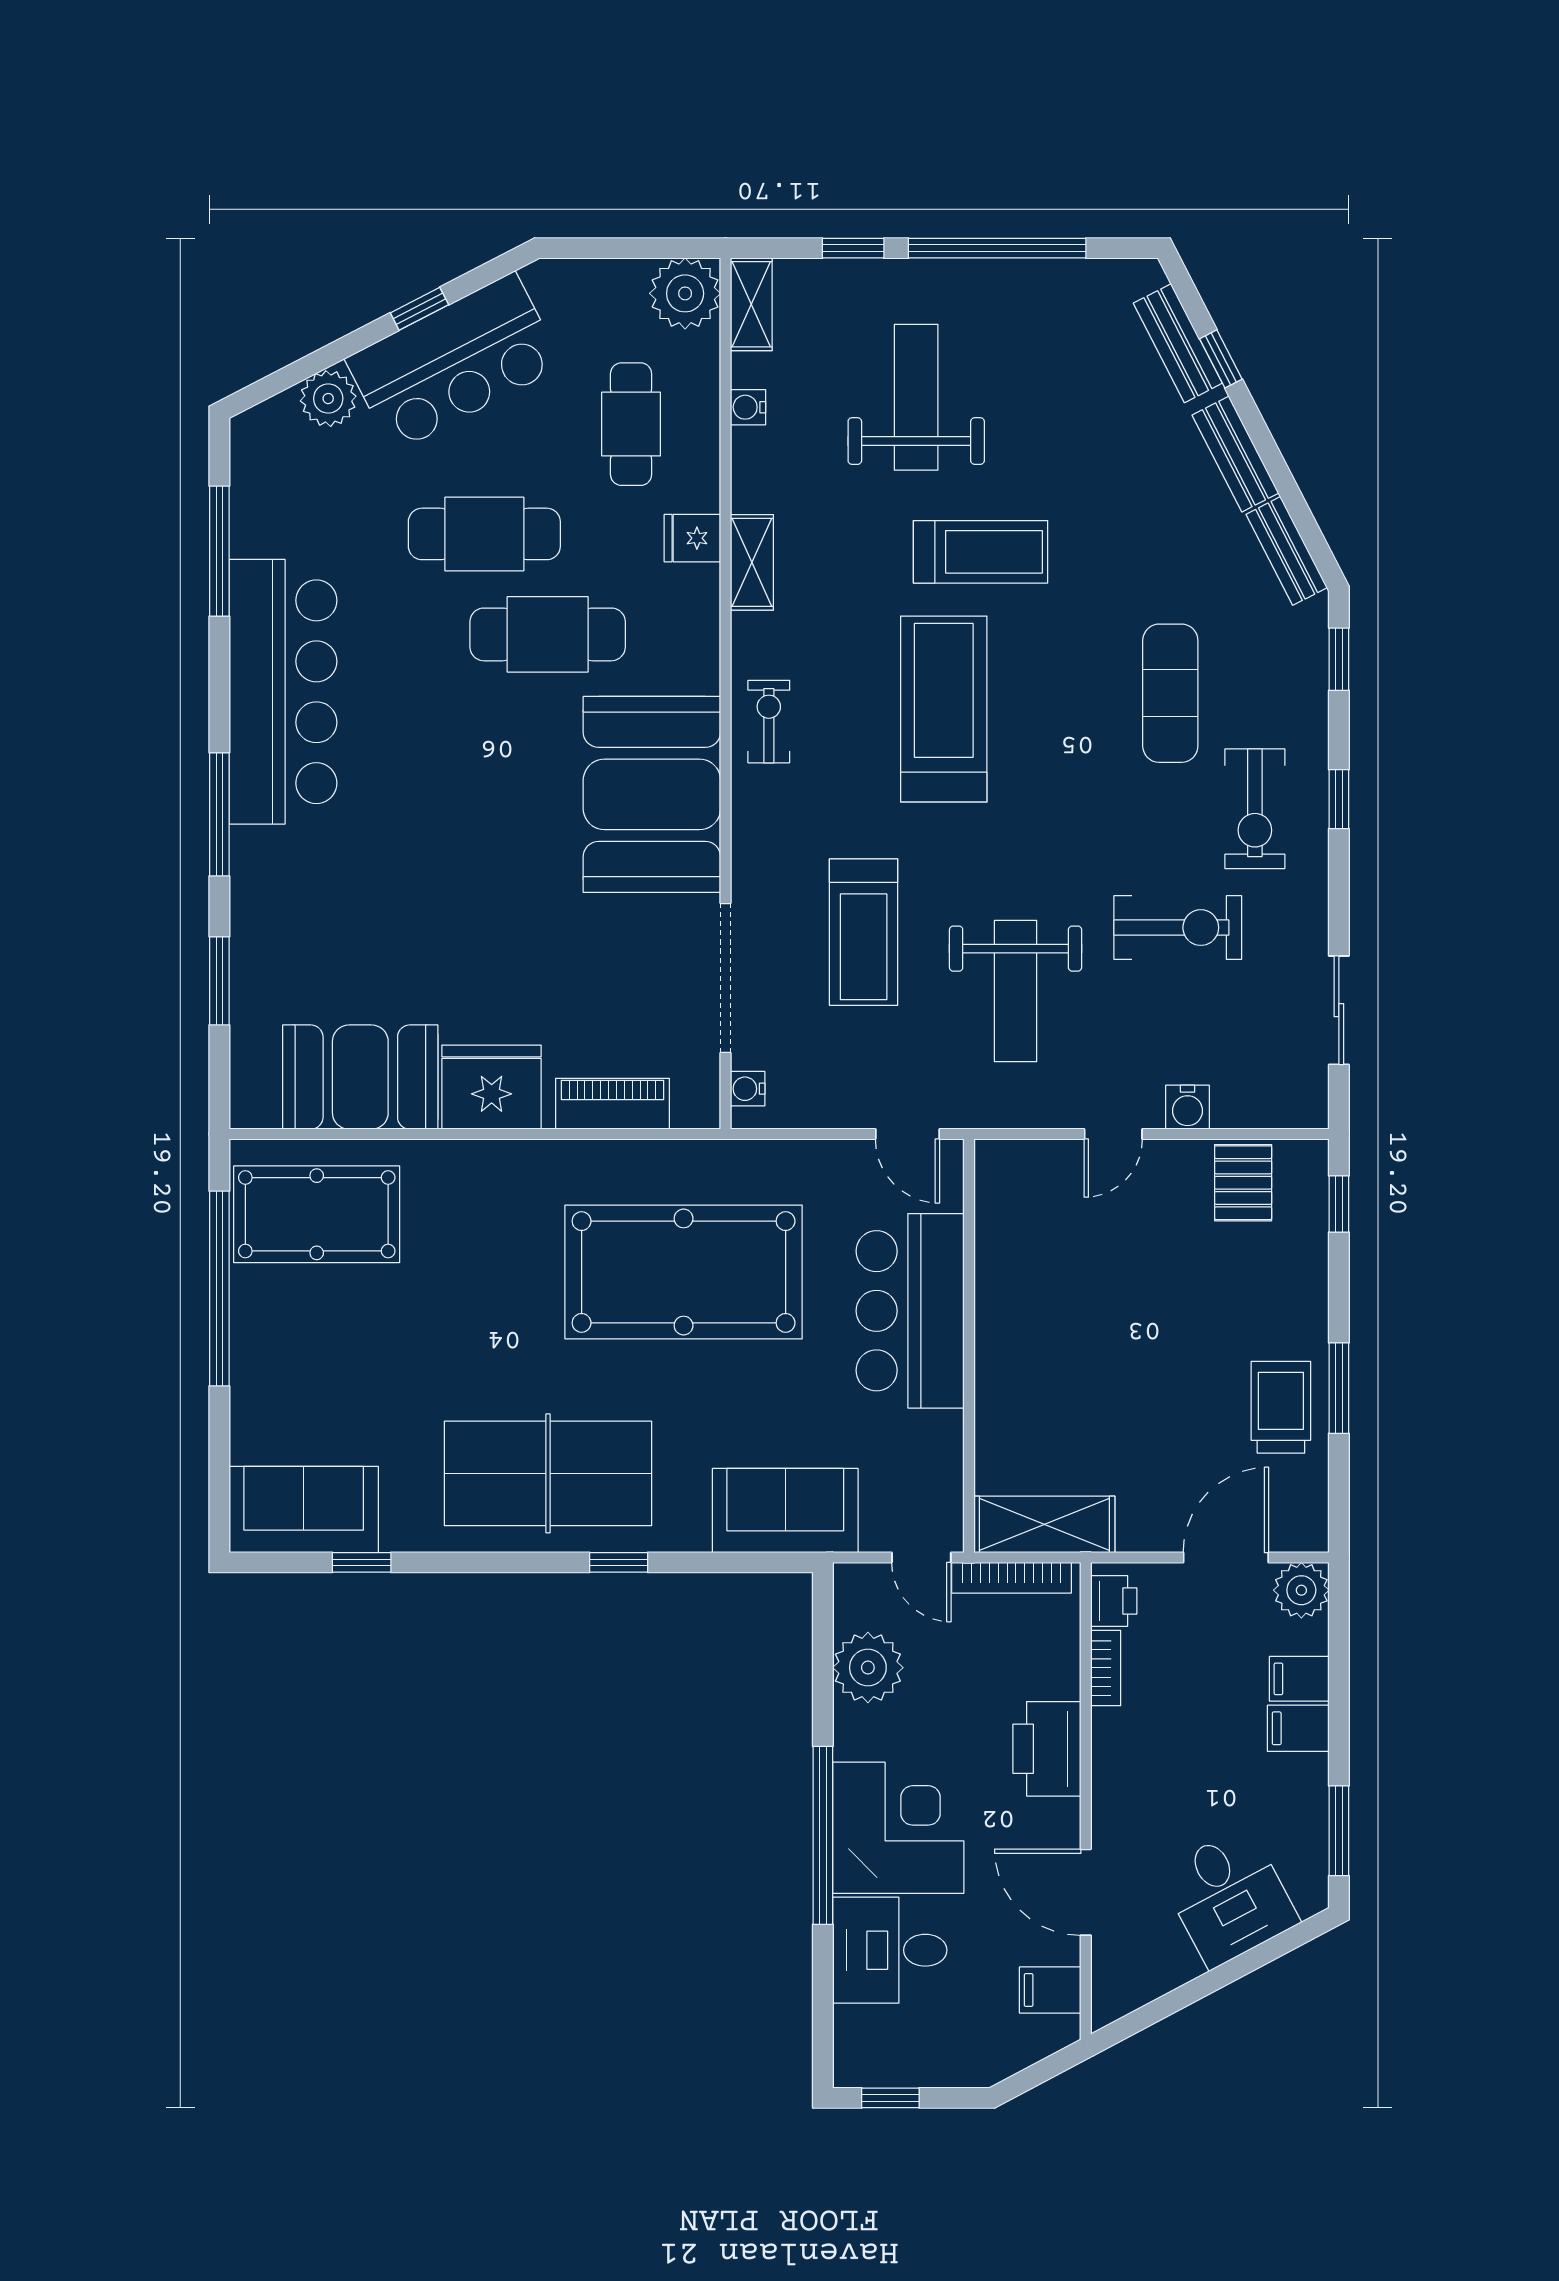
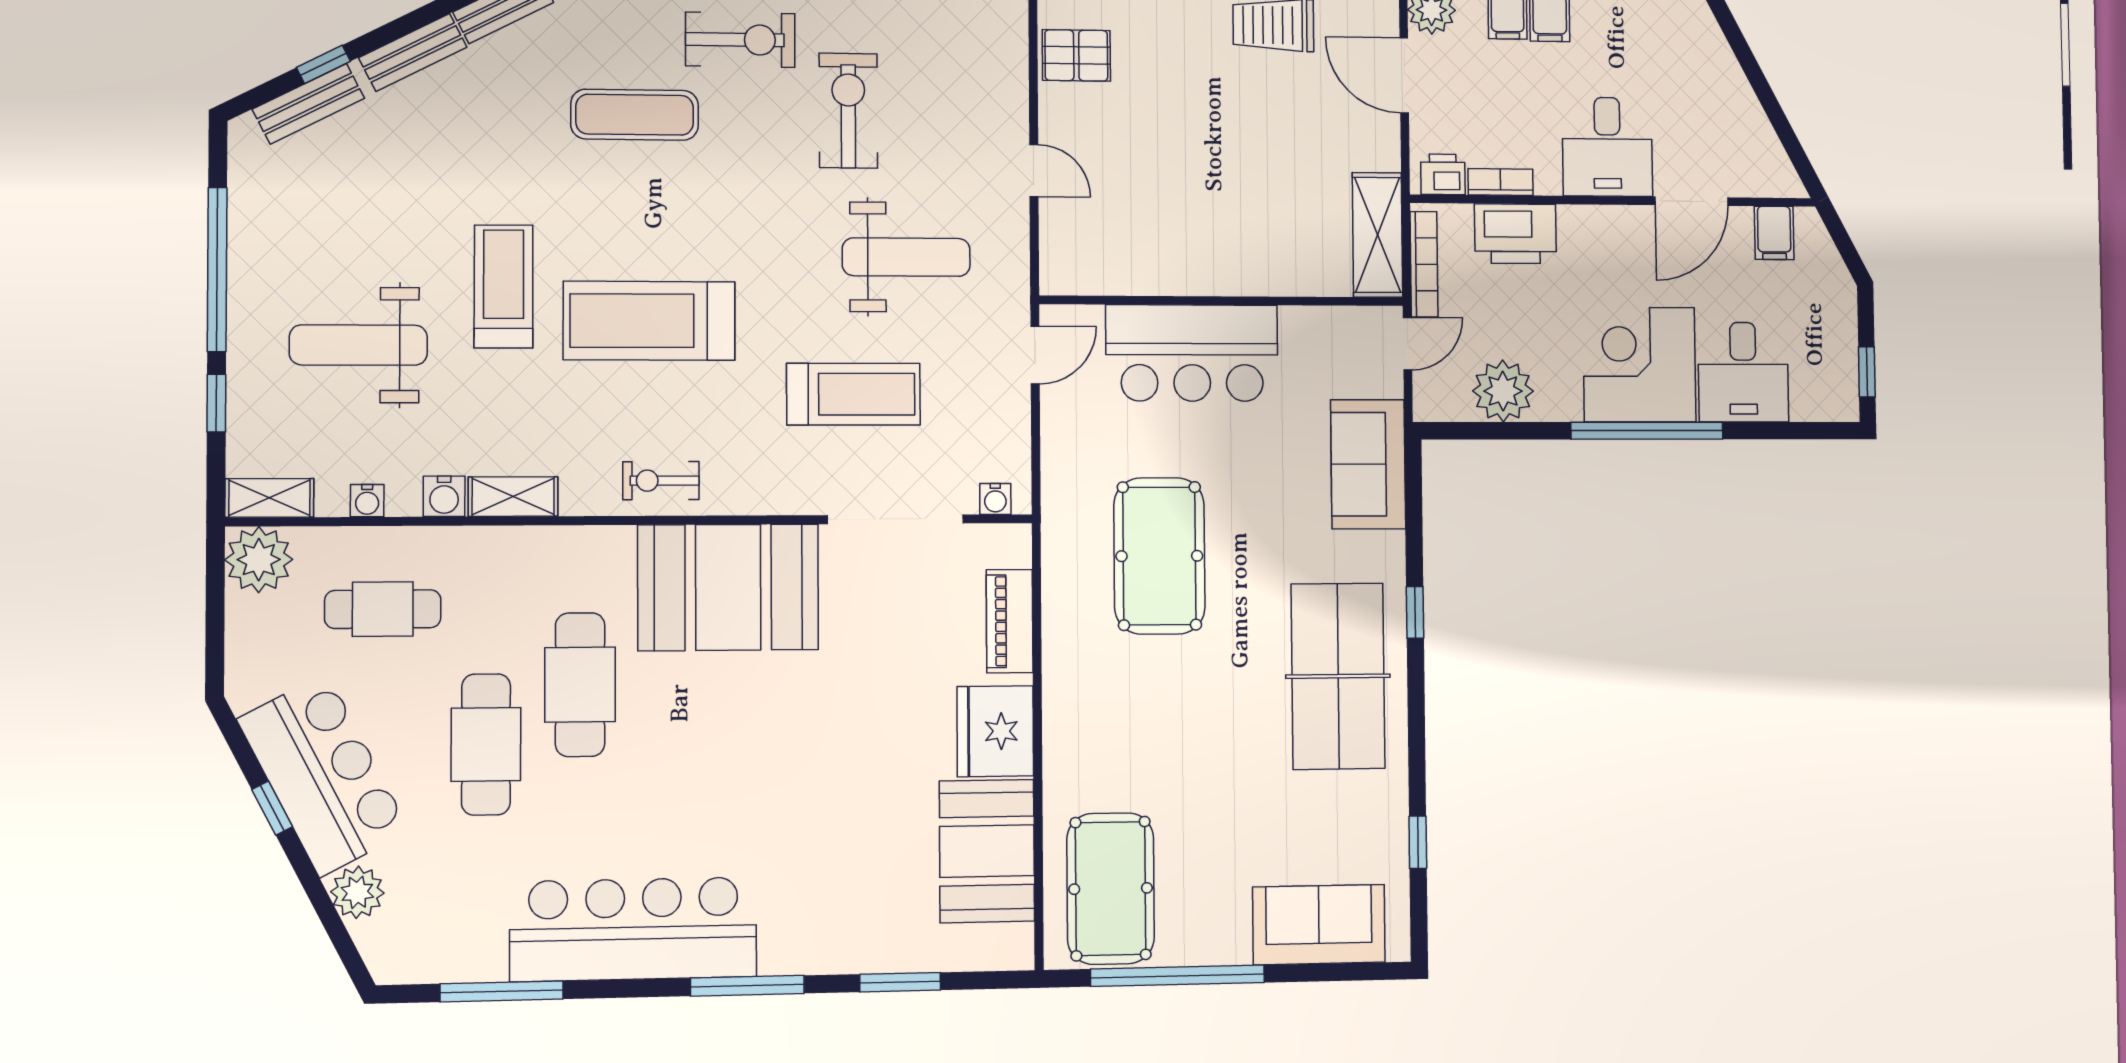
fridge: (692, 538) -> (490, 552), removed
water cooler: (1188, 1107) -> (444, 496), moved, turned 90
pool table: (684, 1272) -> (1159, 556), width x0.73, depth x0.76
sofa: (304, 1510) -> (1319, 925), moved, turned 90
printer: (1047, 1749) -> (1515, 234), moved
desk: (1229, 1897) -> (1607, 147), moved, turned 118

